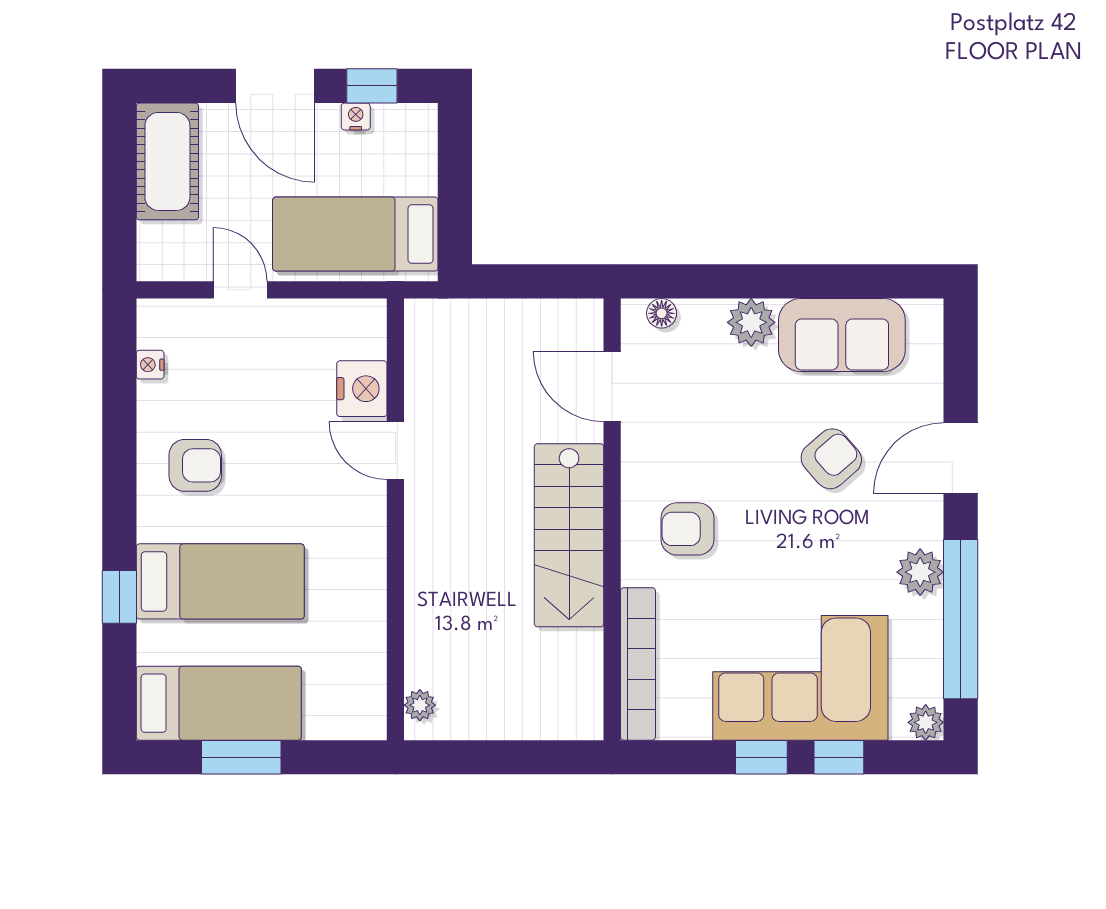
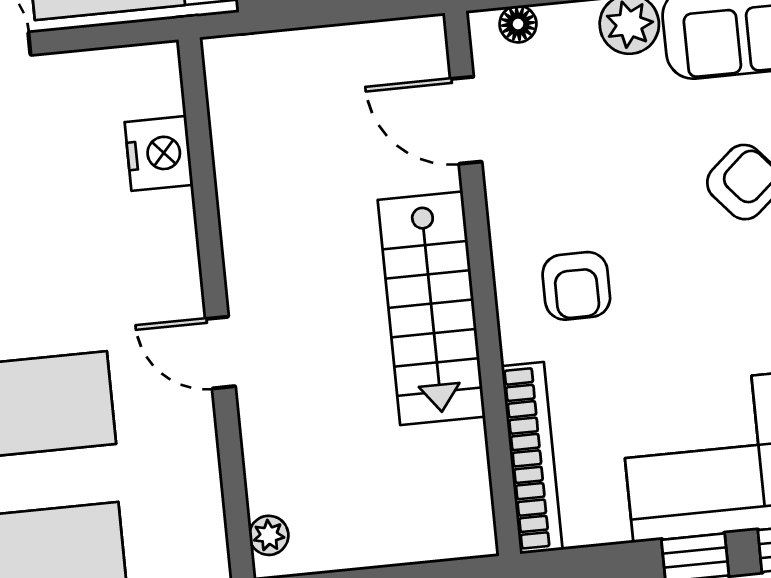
door: (395, 451) -> (220, 353), moved
armchair: (687, 529) -> (576, 286), turned -90

